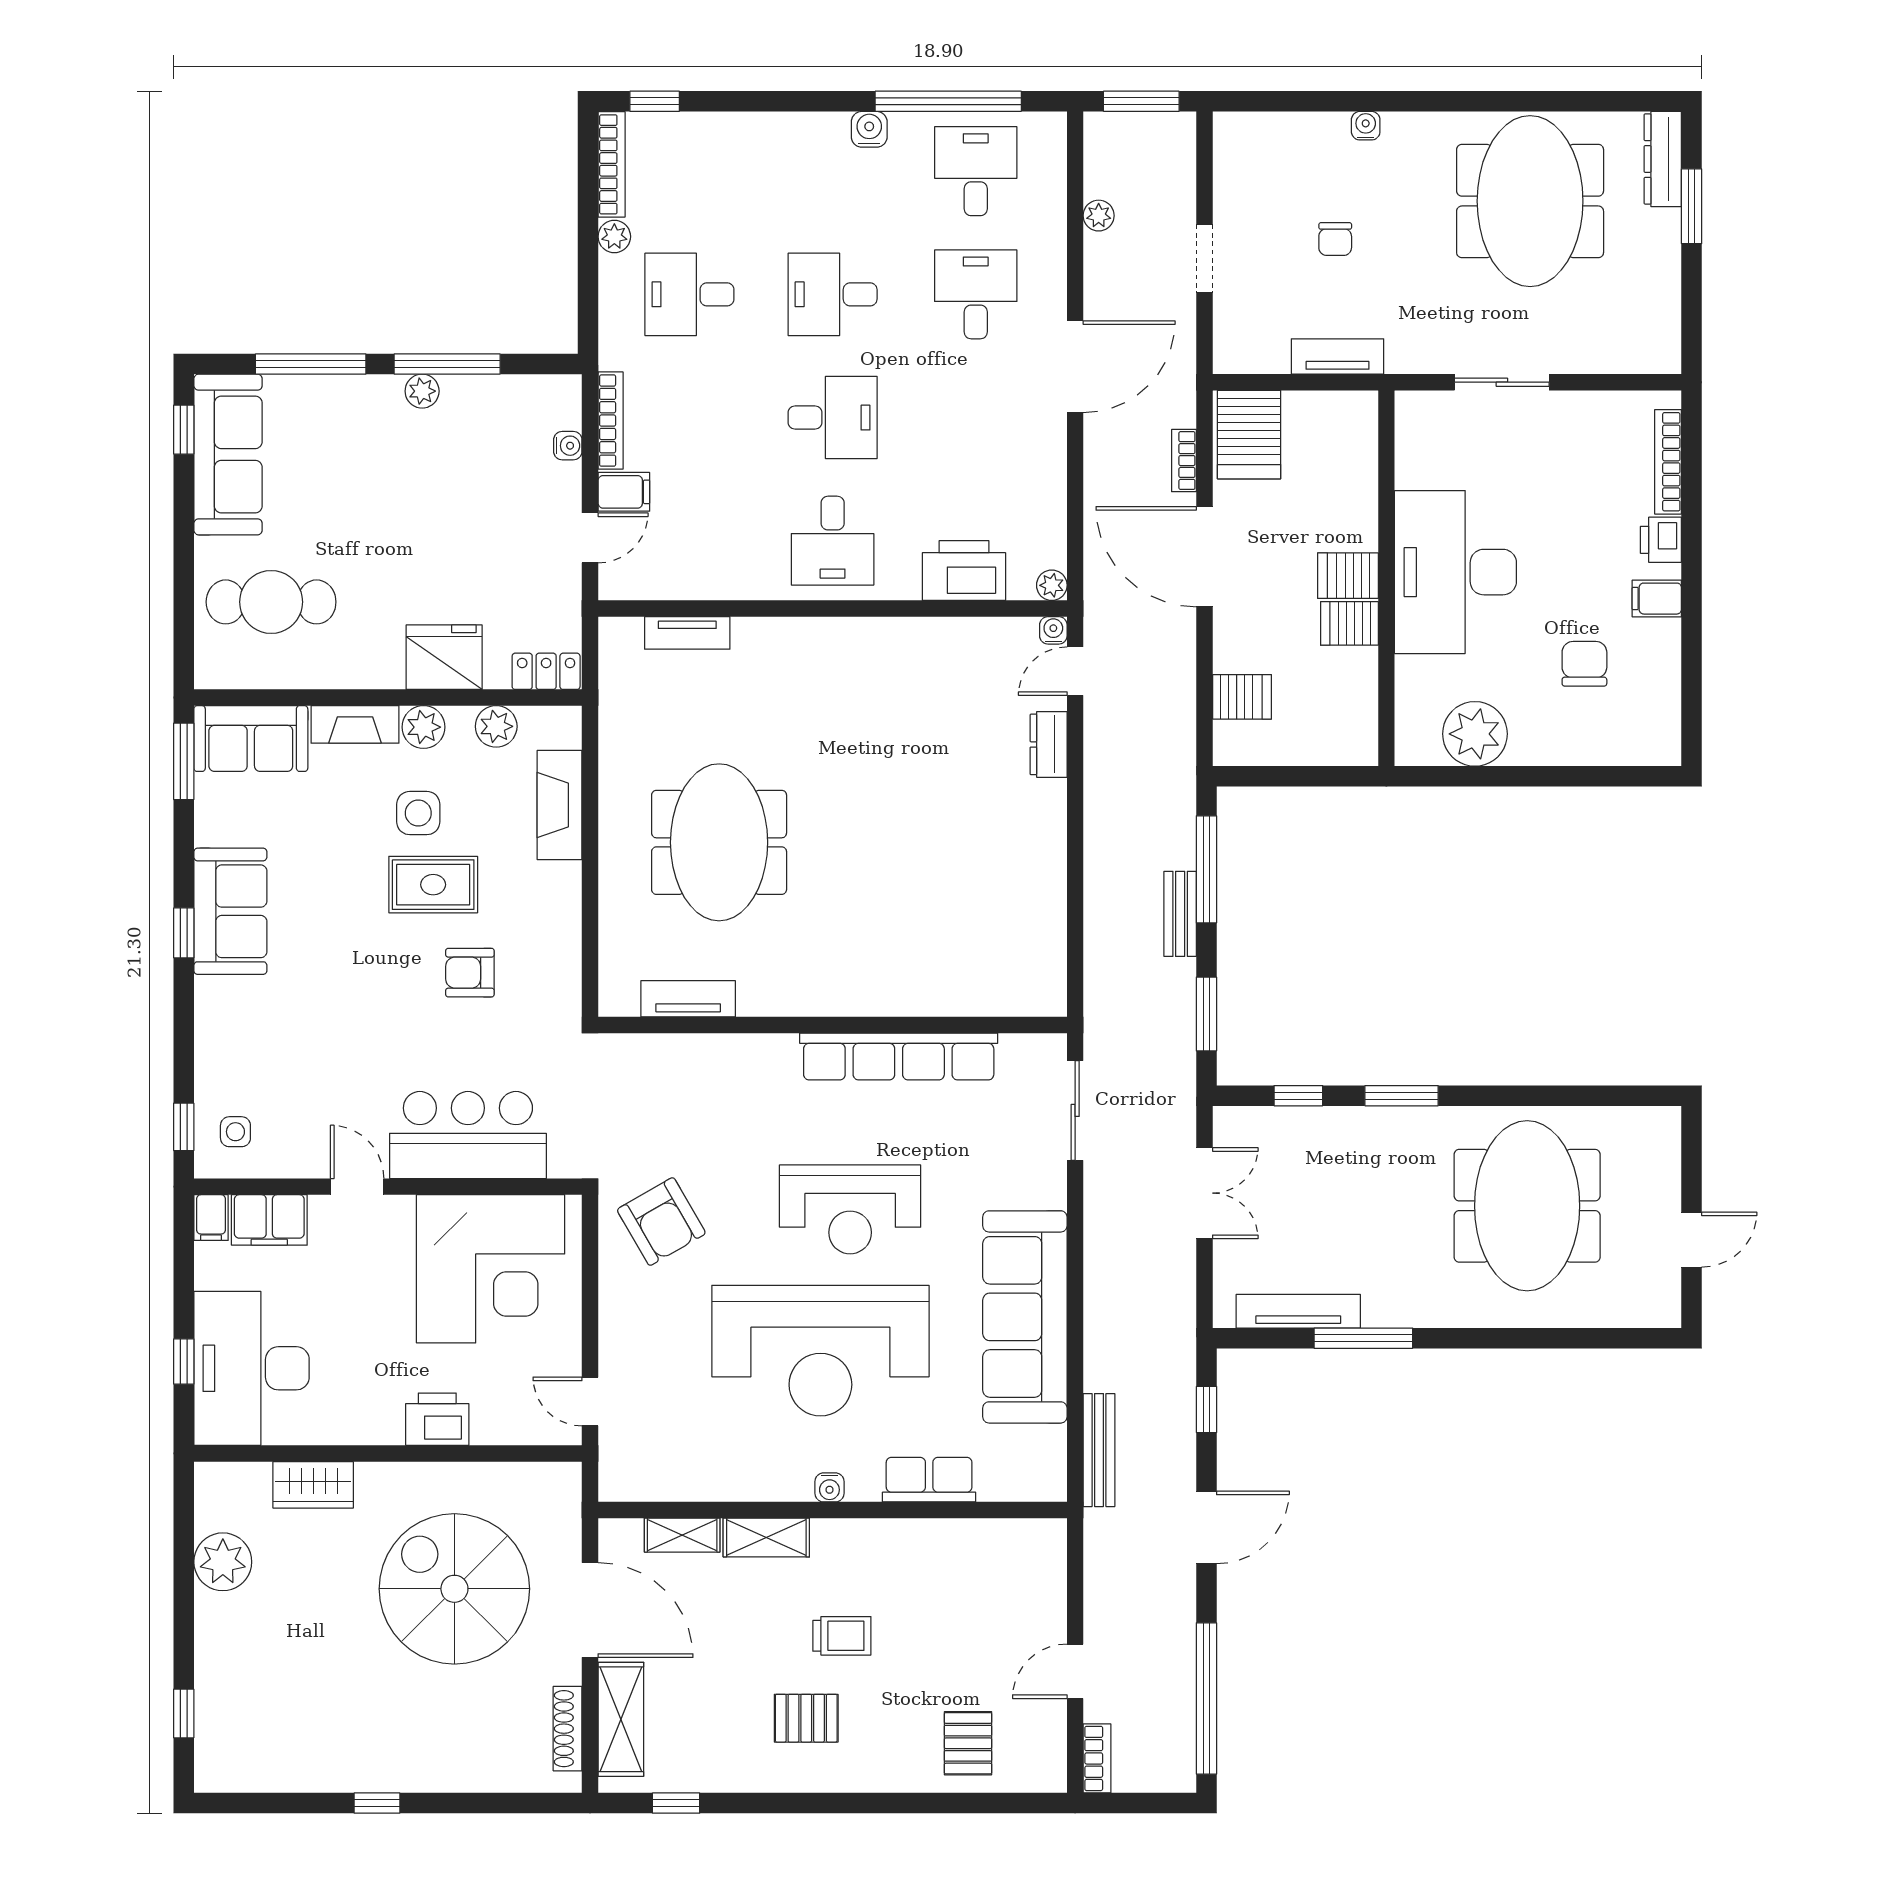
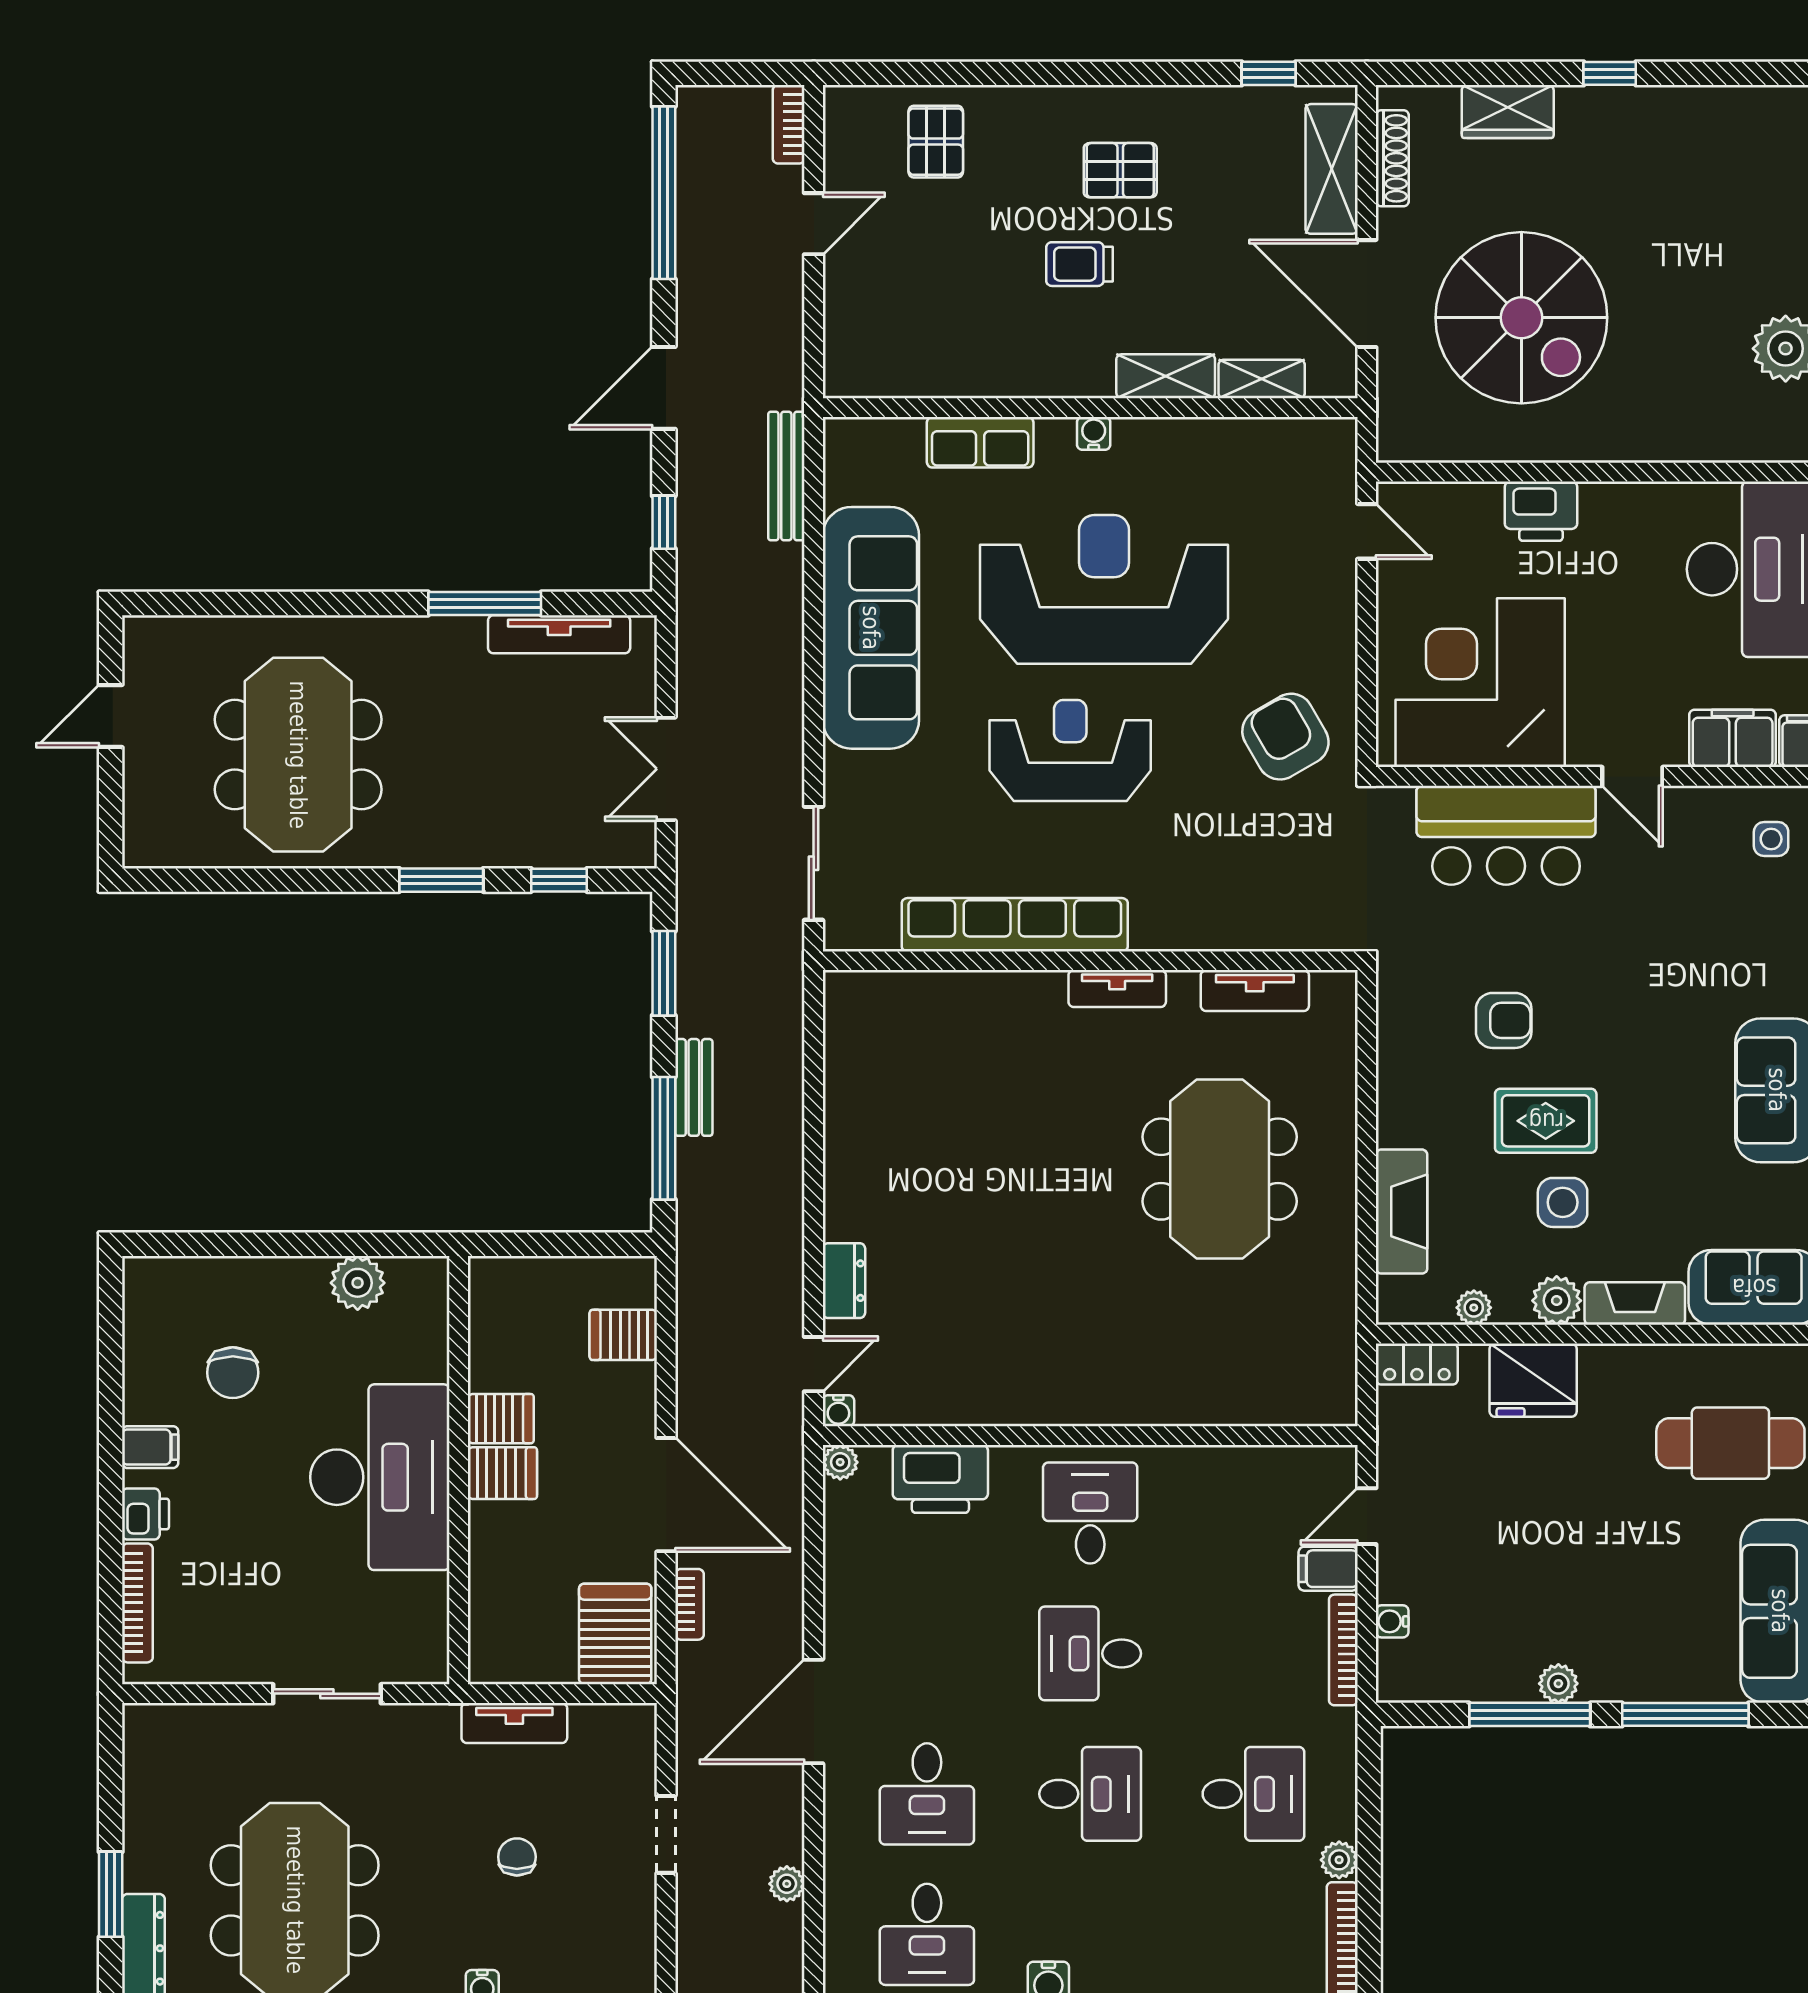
tv unit: (687, 633) -> (1117, 989), moved, turned 180
plant: (496, 726) -> (1474, 1308), width x0.73, depth x0.73
plant: (1475, 734) -> (358, 1283), width x0.73, depth x0.73
wardrobe: (313, 1485) -> (1508, 111), moved, turned 180

